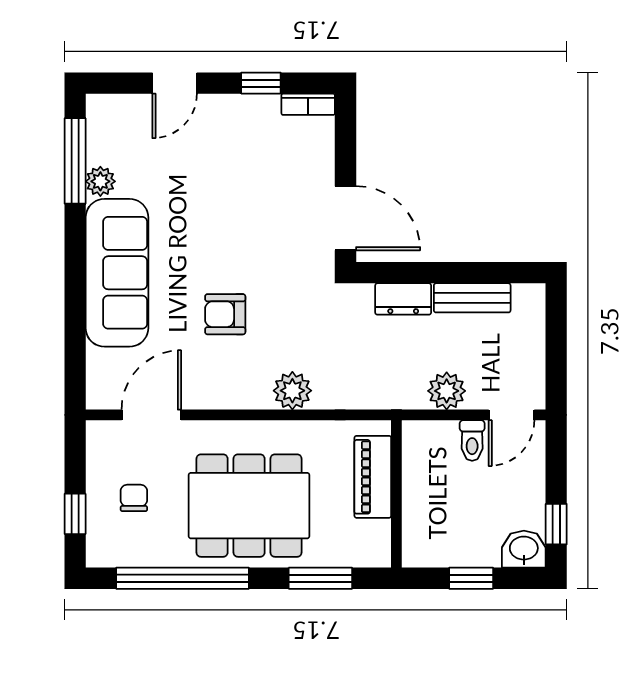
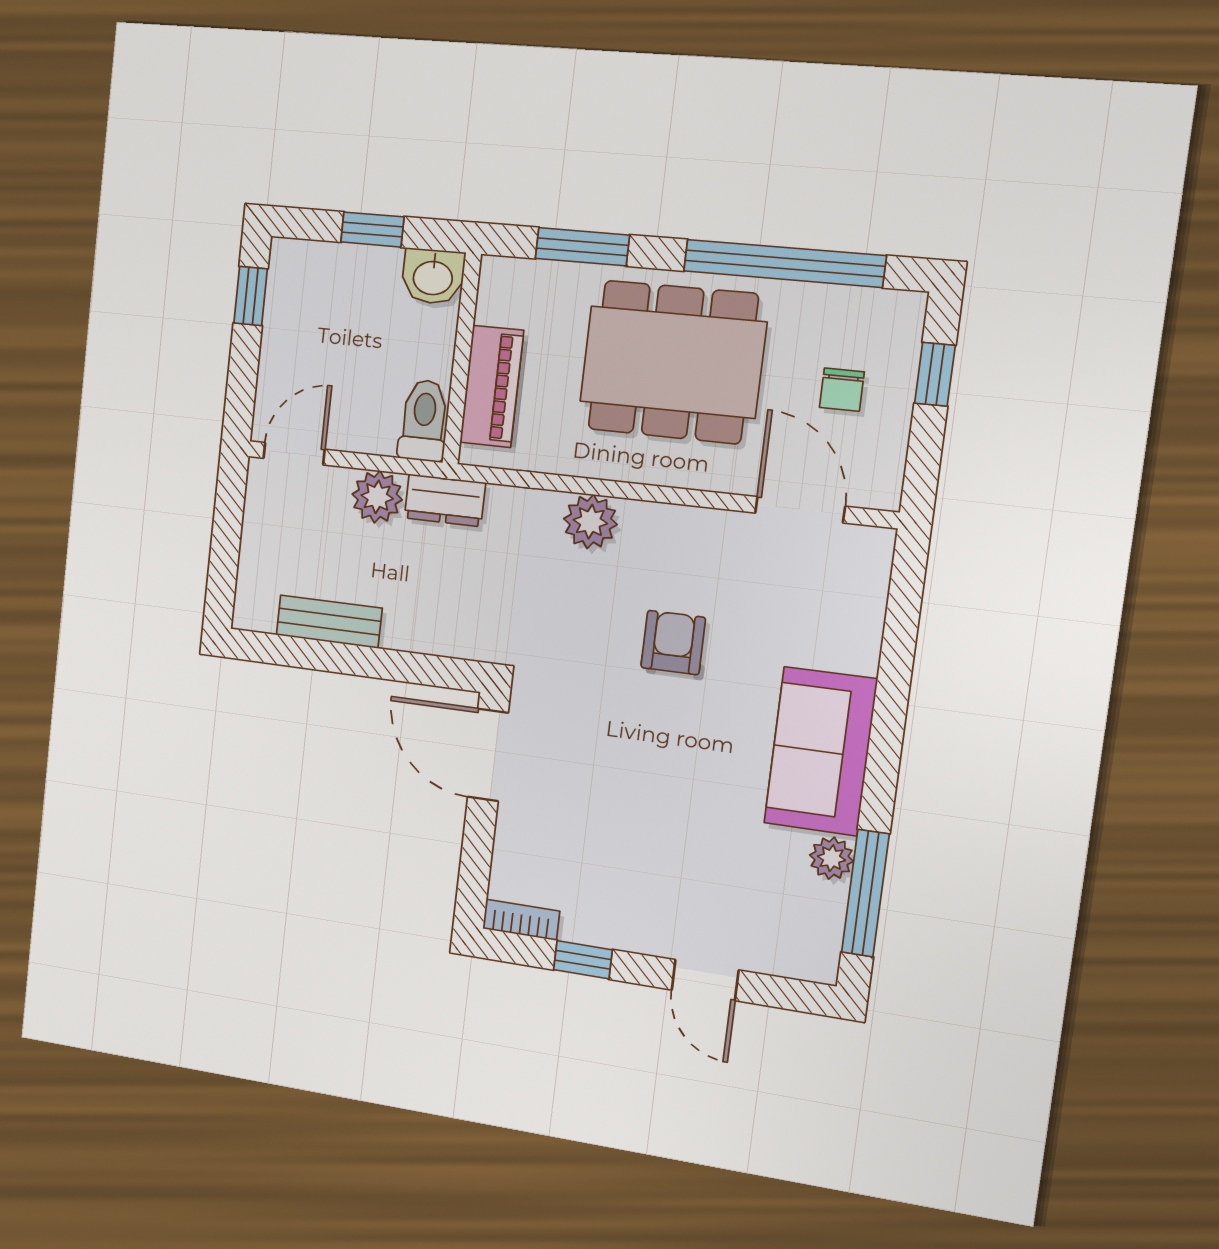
door: (175, 83) -> (705, 980), swing flipped
sofa: (117, 273) -> (820, 751), width x0.73
dresser: (403, 299) -> (445, 500), moved, turned 180
armchair: (225, 314) -> (673, 643), turned -90
door: (151, 415) -> (800, 510), swing flipped
toilet: (472, 440) -> (424, 421), moved, width x1.37, depth x1.39
washbasin: (524, 549) -> (433, 276), moved

